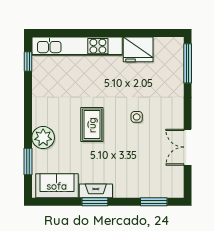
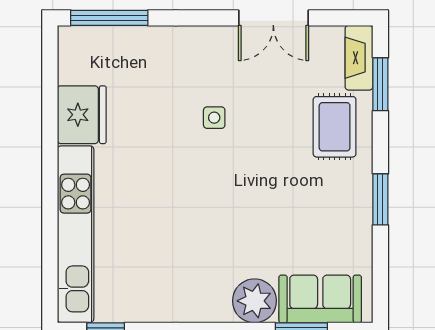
rug: (92, 125) -> (335, 127), moved, turned 90
sofa: (57, 186) -> (320, 299), moved, turned 90
fireplace: (96, 191) -> (359, 58), moved

